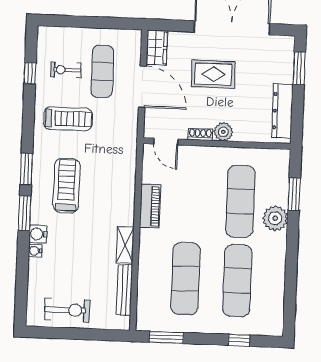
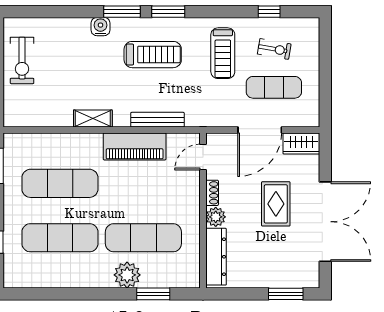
exercise bike: (66, 70) -> (274, 49), turned 100
dresser: (282, 111) -> (216, 257), moved, turned 90
piano: (150, 206) -> (135, 146), width x1.37, depth x1.33
water cooler: (35, 251) -> (83, 24), removed
bench: (124, 290) -> (157, 120), moved

